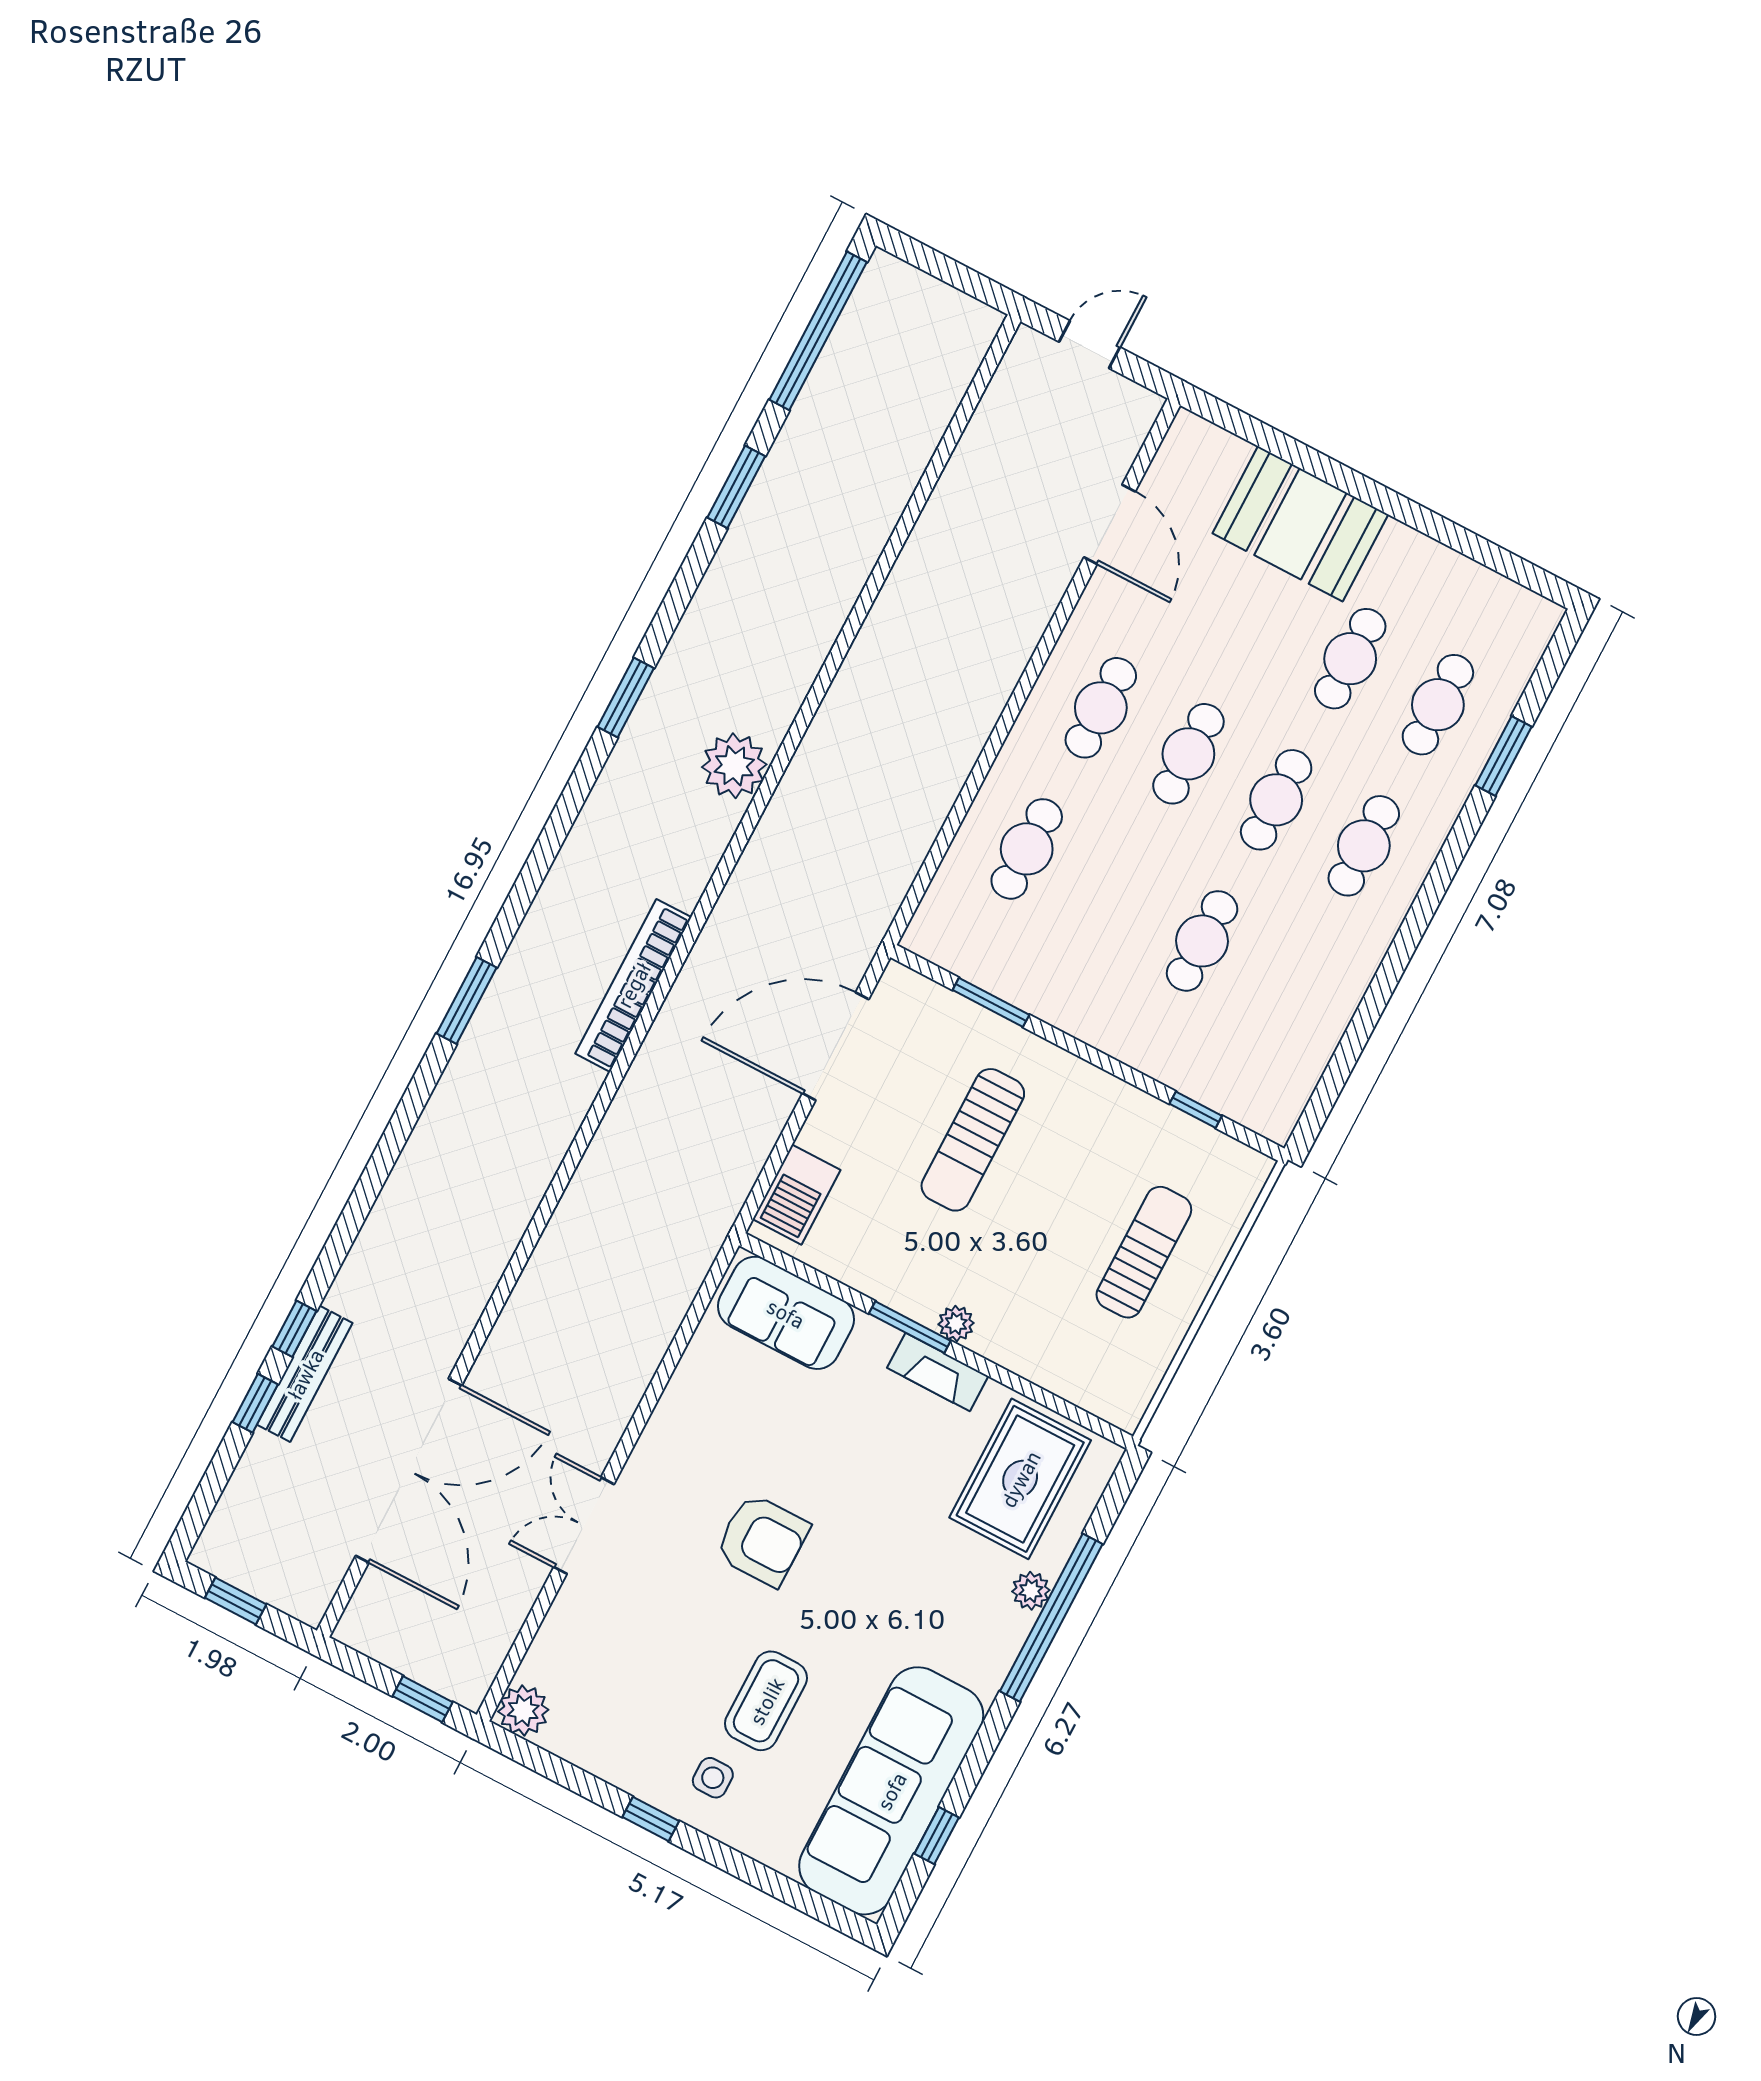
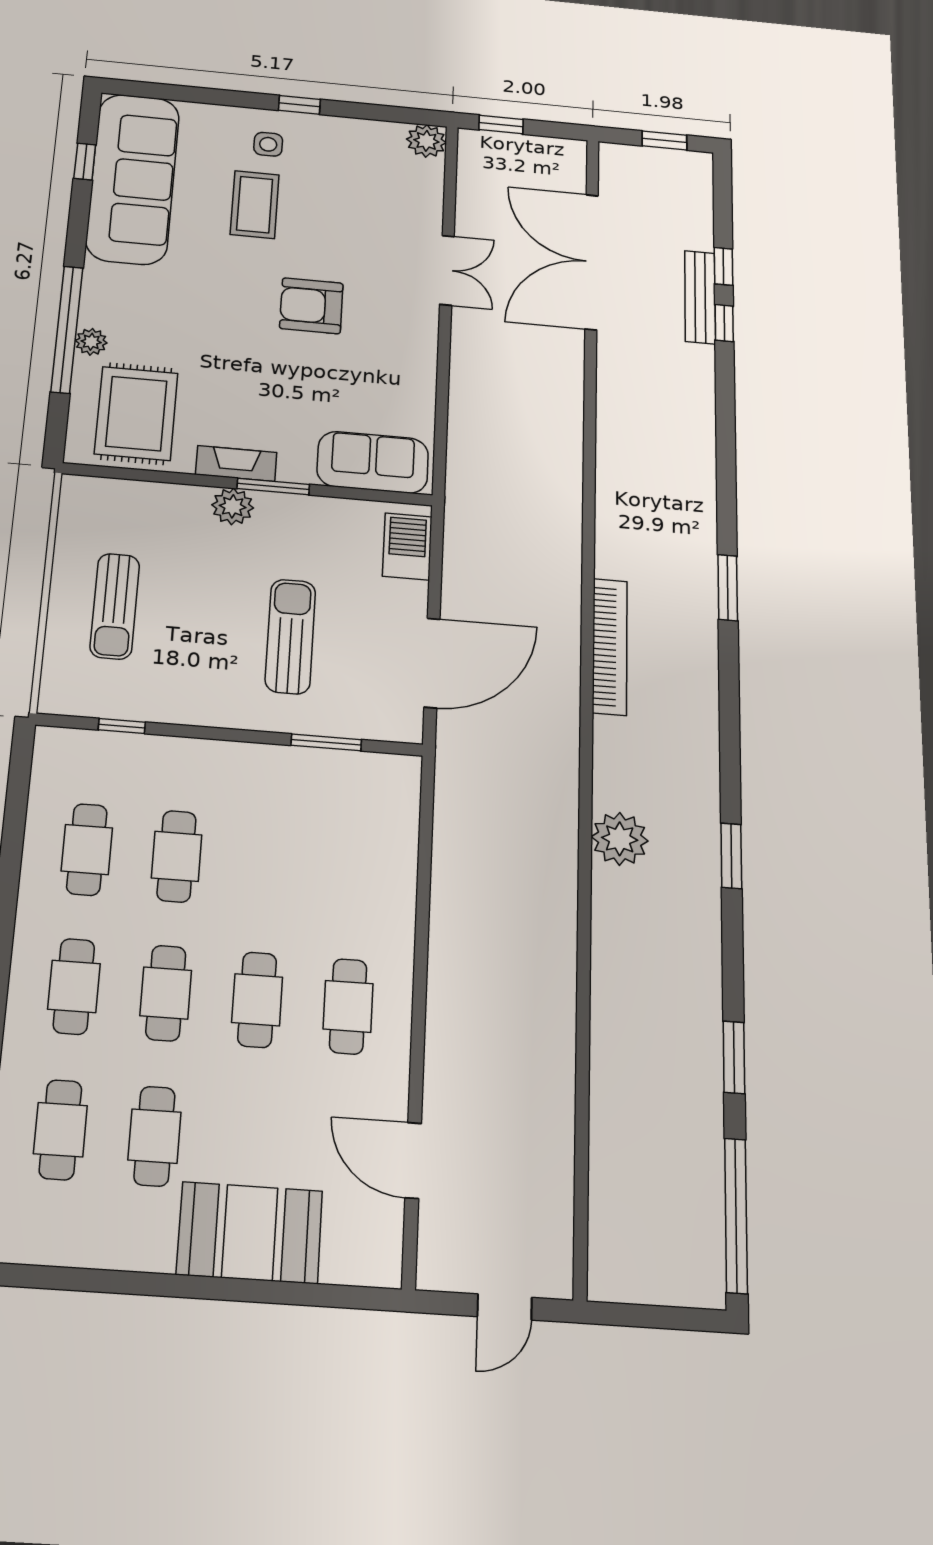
cafe table: (1027, 849) -> (87, 849), moved
plant: (956, 1324) -> (233, 506), width x1.38, depth x1.38

